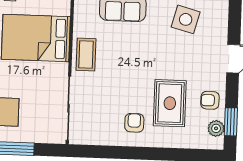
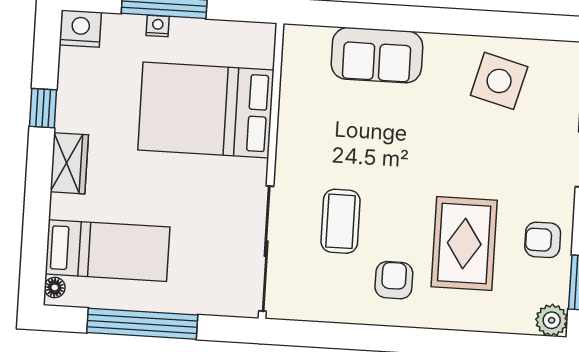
coffee table: (86, 54) -> (341, 221), moved
plant: (216, 128) -> (552, 320), moved

